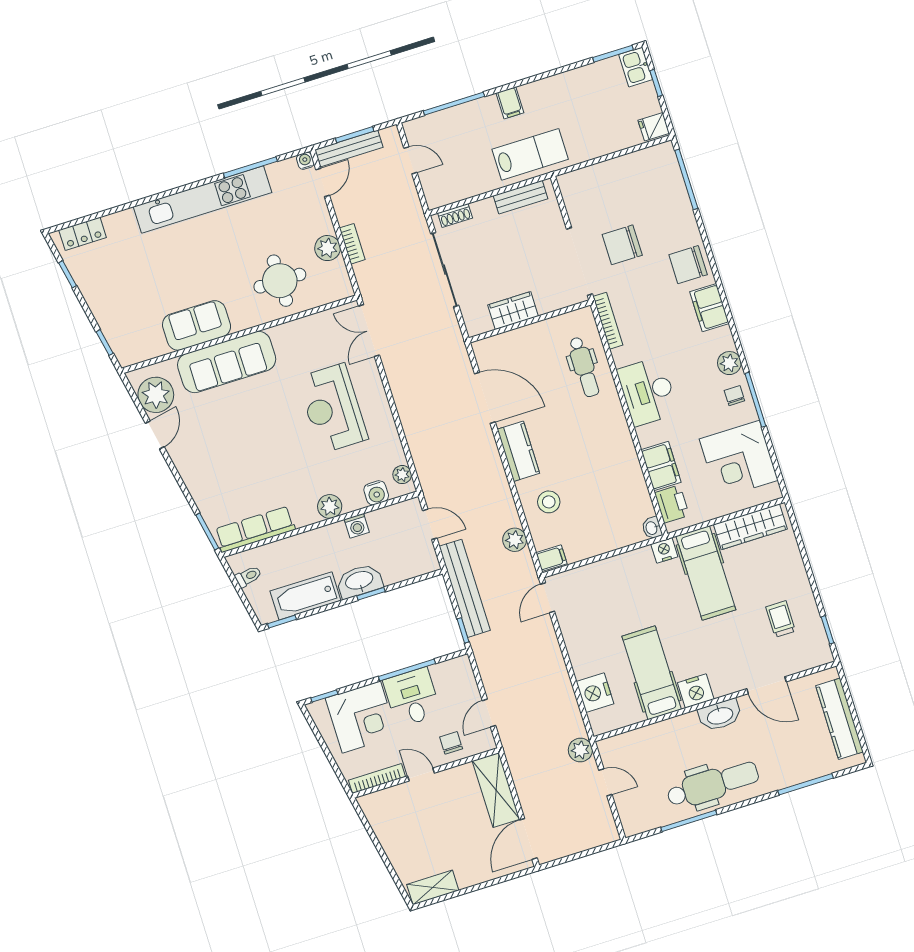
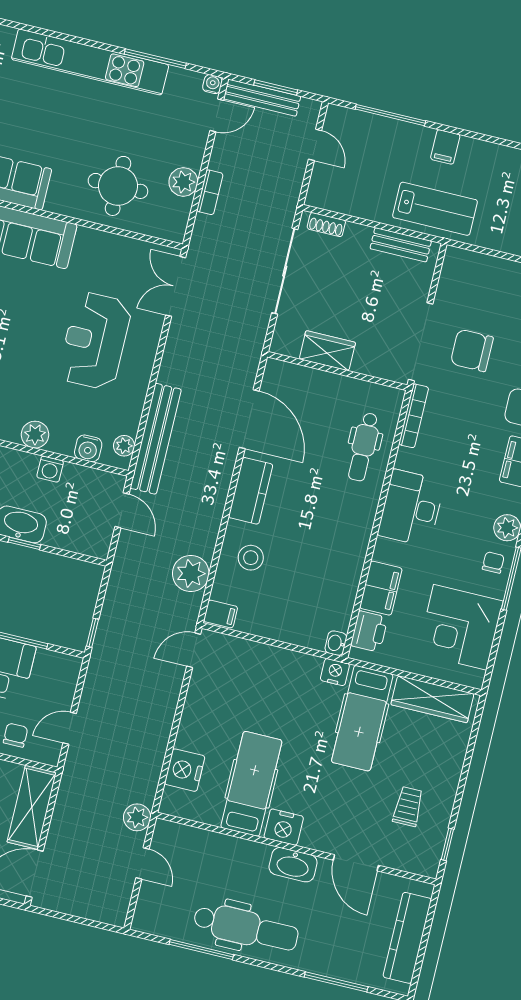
plant: (515, 540) -> (191, 573), width x1.36, depth x1.36
bench: (465, 588) -> (156, 439), moved

